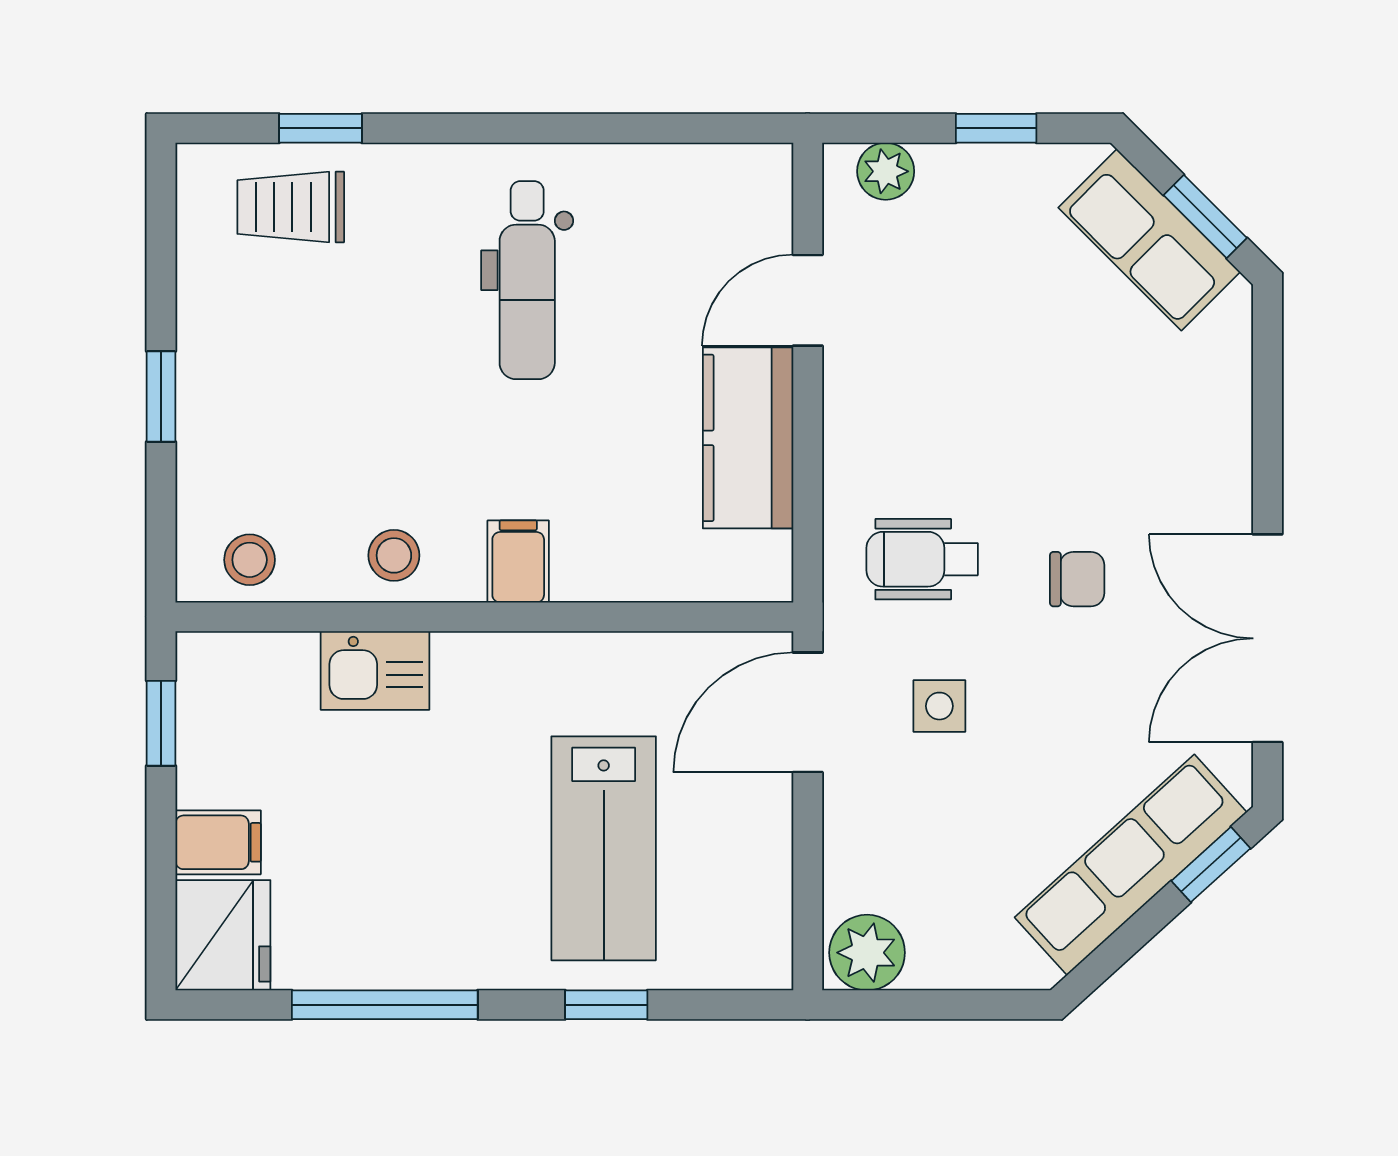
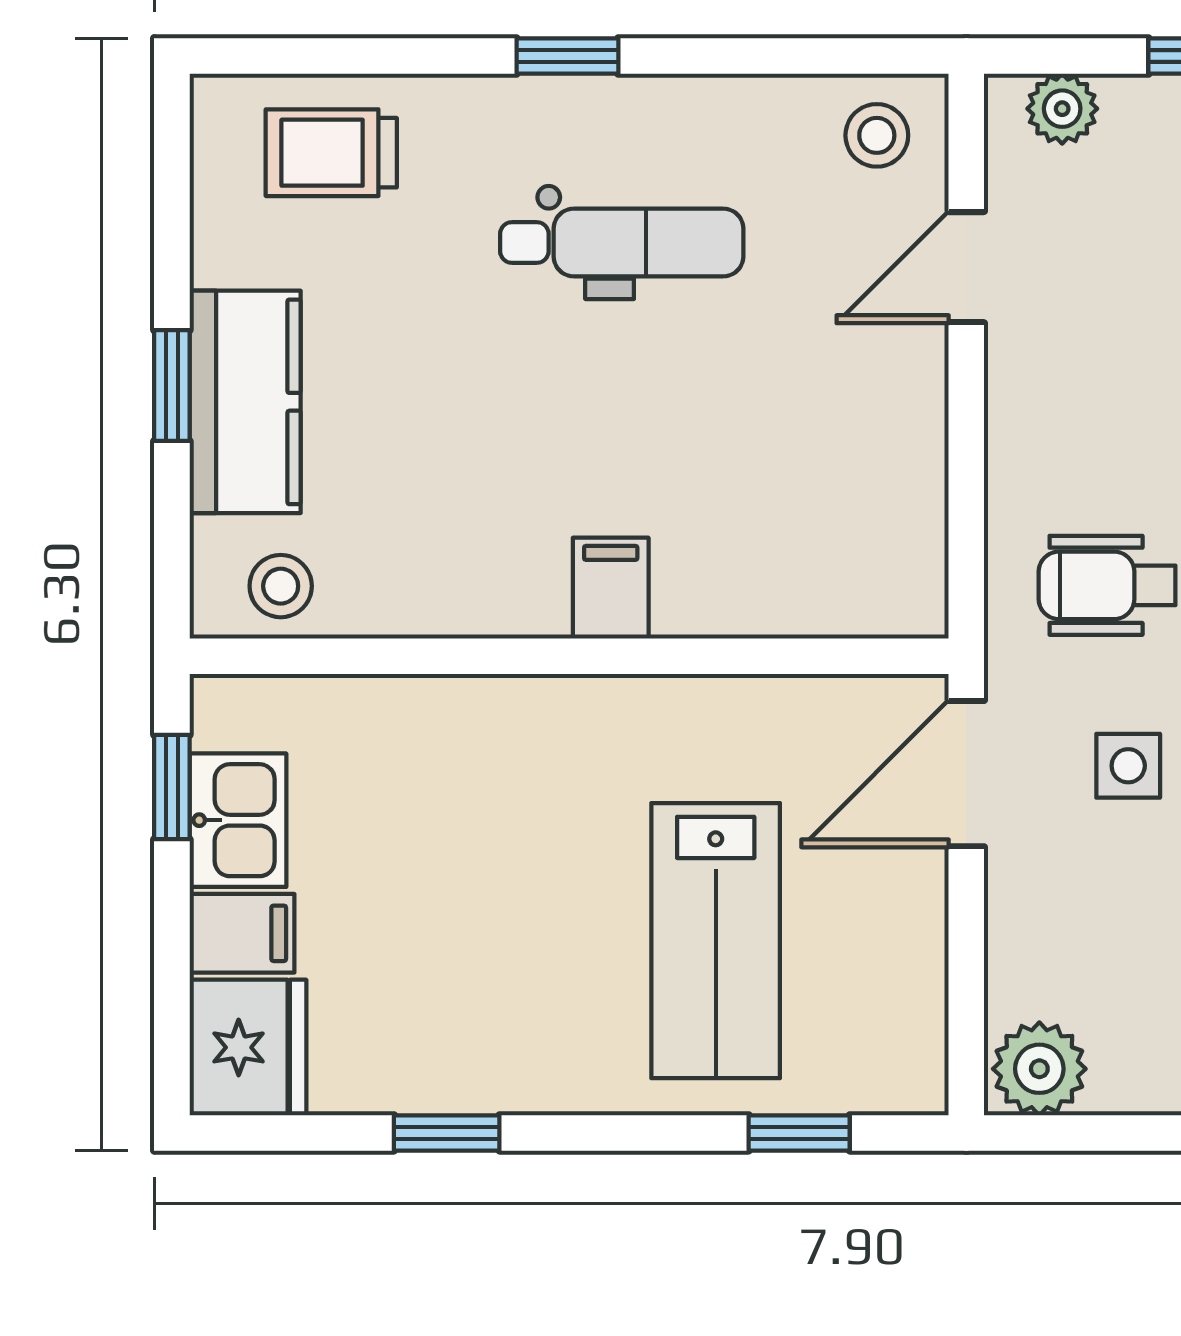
window: (320, 128) -> (567, 56), moved
dental chair: (527, 280) -> (622, 243), turned -90
kitchen counter: (748, 438) -> (245, 402), moved, turned 180
stool: (394, 555) -> (877, 135), moved
kitchen sink: (375, 671) -> (238, 820), moved, turned -90
window: (385, 1005) -> (447, 1133), width x0.46
window: (606, 1005) -> (799, 1133), moved

